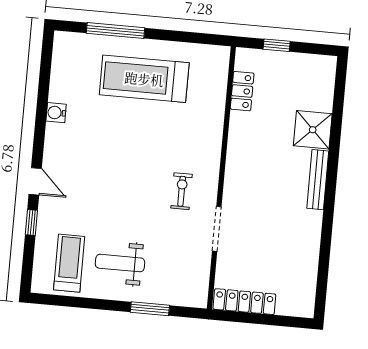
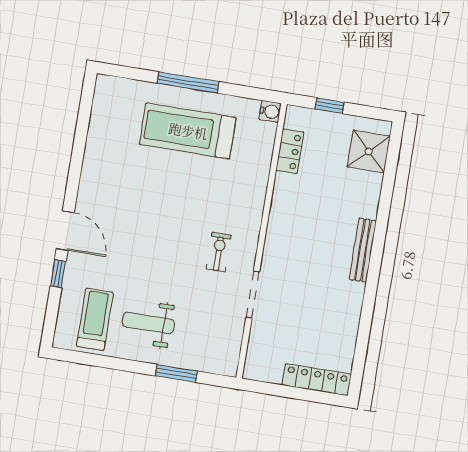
window: (115, 31) -> (188, 82), moved
water cooler: (56, 113) -> (270, 111), moved, turned 180
shower: (313, 130) -> (369, 152), moved
door: (35, 181) -> (65, 231), width x1.38
locker: (244, 302) -> (317, 380), moved

